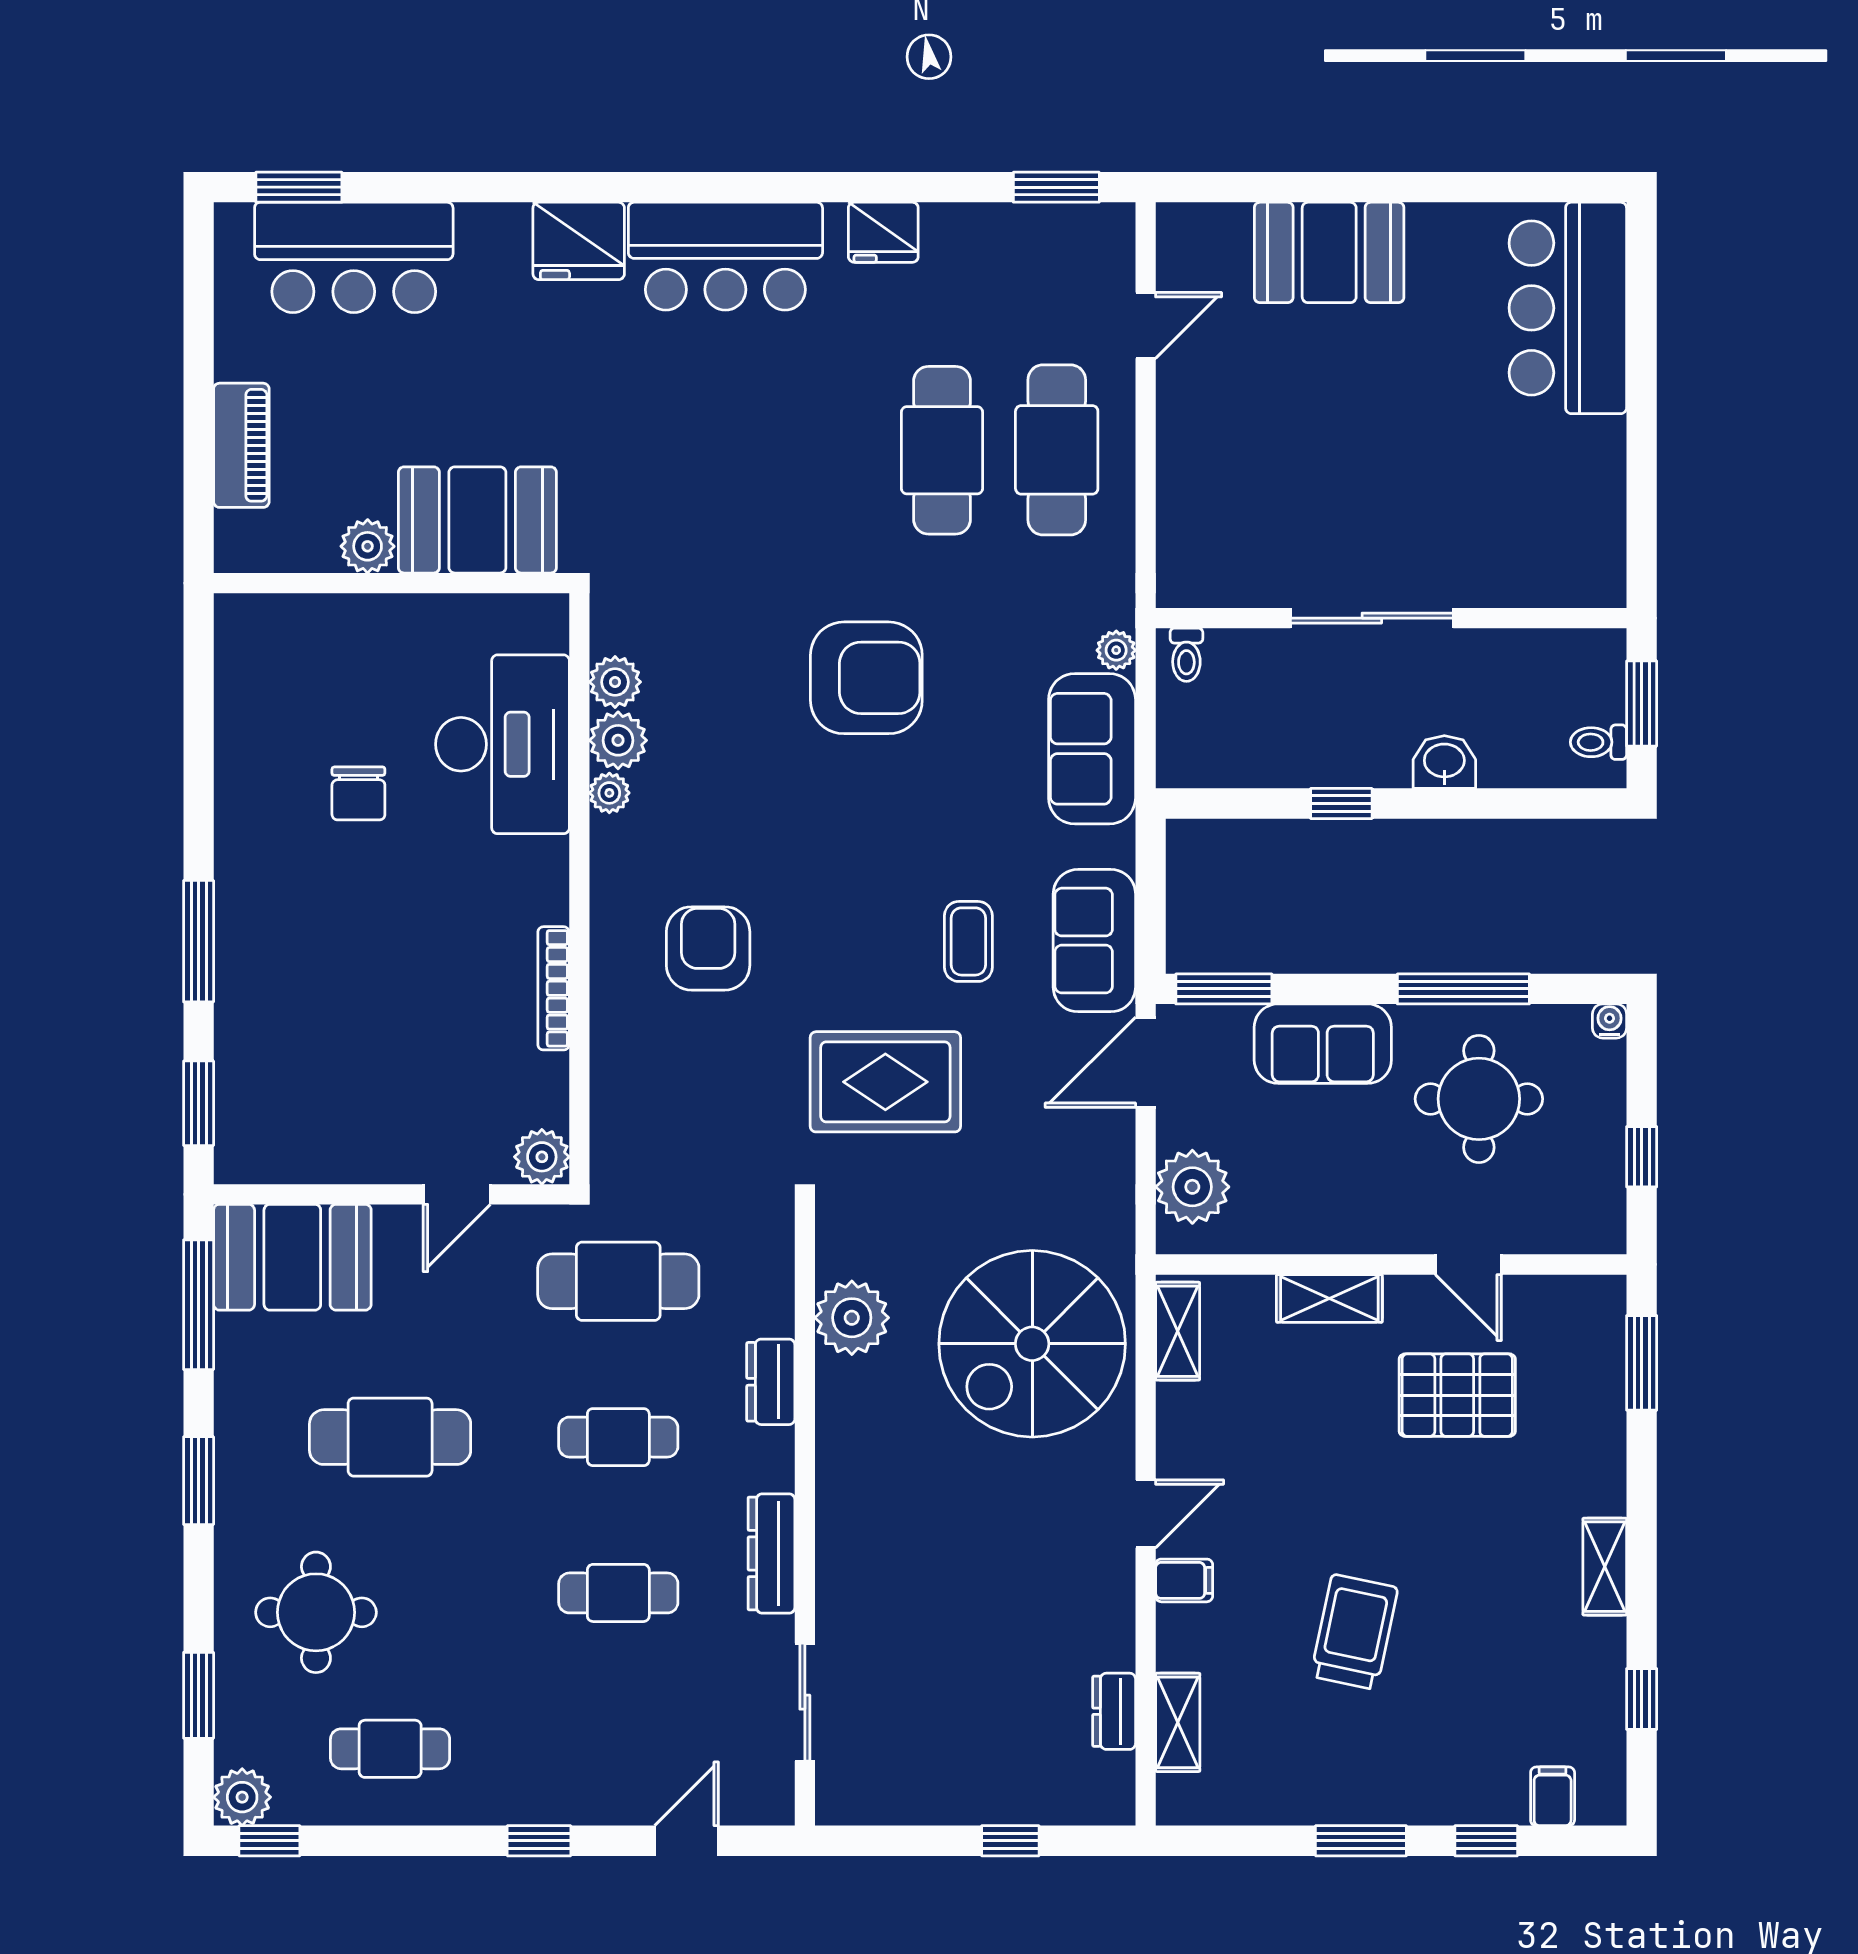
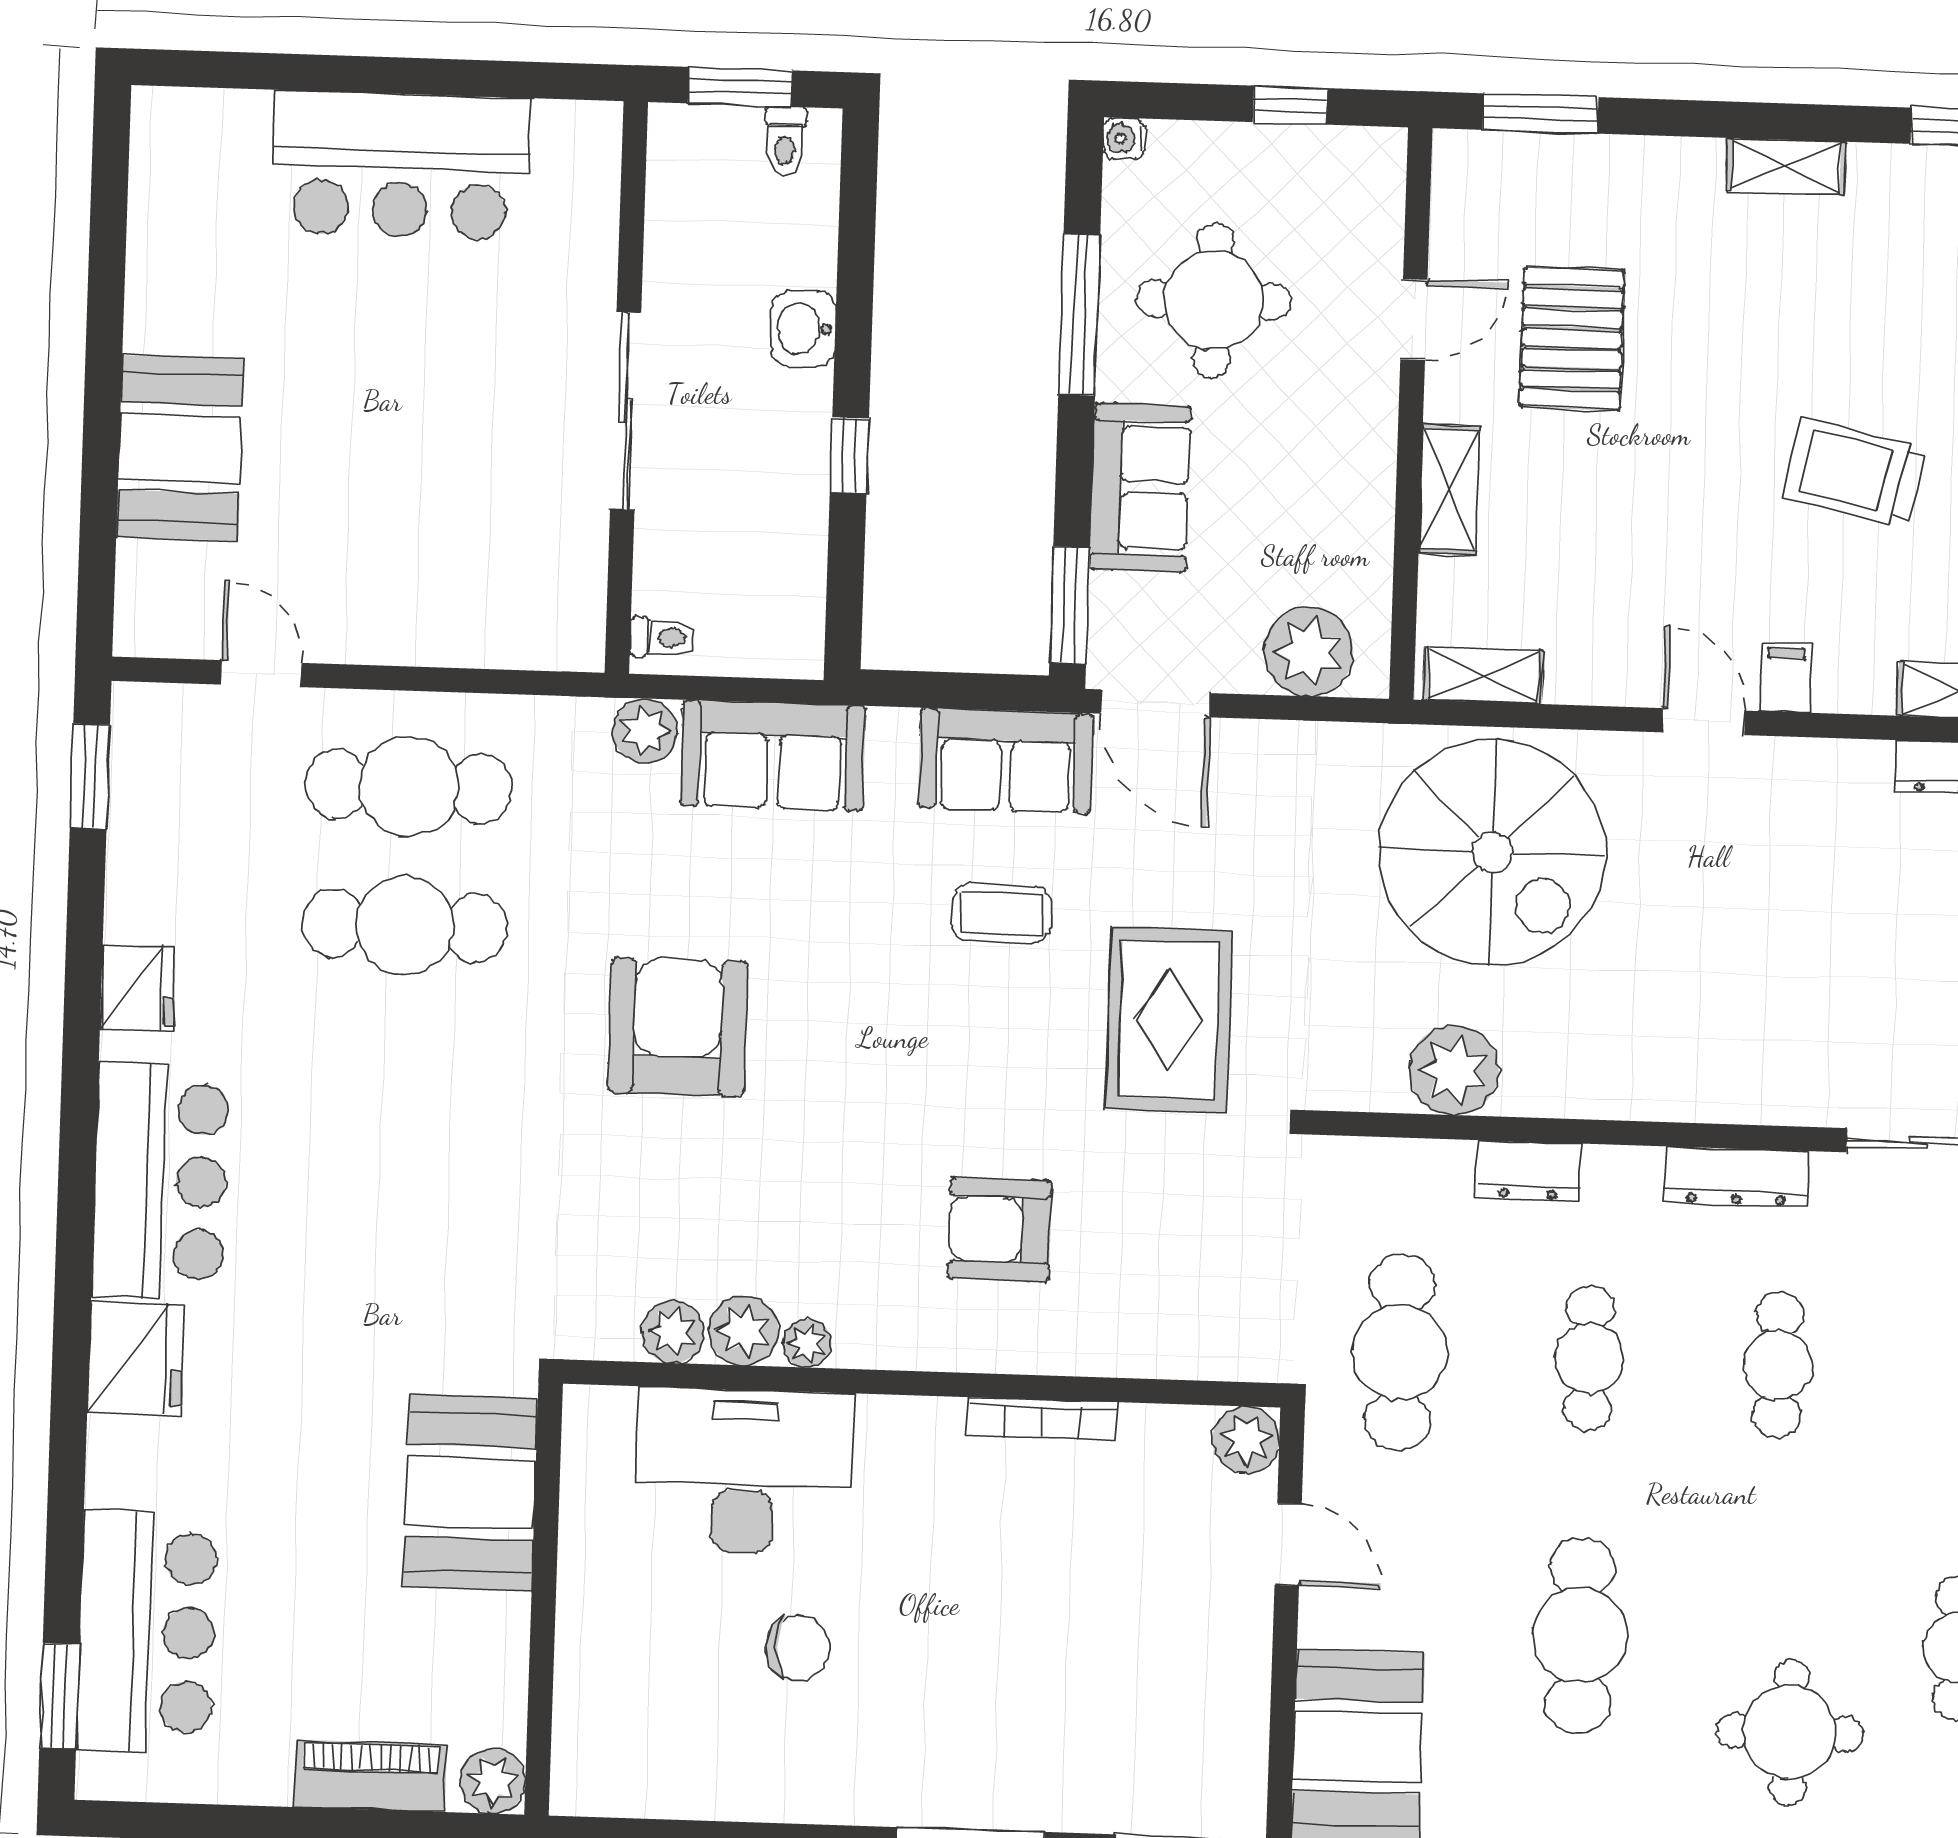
bar counter: (1568, 308) -> (401, 165), moved
plant: (368, 546) -> (493, 1781), moved
plant: (1116, 650) -> (645, 731), width x1.38, depth x1.38

